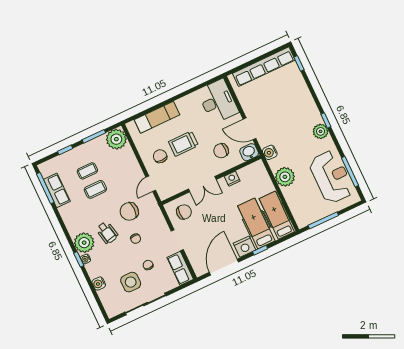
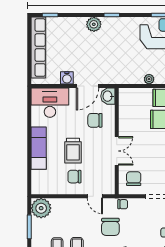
exam couch: (157, 117) -> (39, 148), moved
plant: (321, 131) -> (94, 24), moved
chair: (221, 151) -> (95, 120), turned 90
water cooler: (270, 152) -> (67, 78), moved
plant: (285, 177) -> (149, 79), width x0.53, depth x0.53
nightstand: (232, 179) -> (124, 122), removed
chair: (136, 239) -> (123, 204), moved

